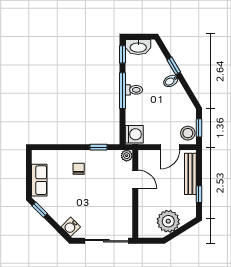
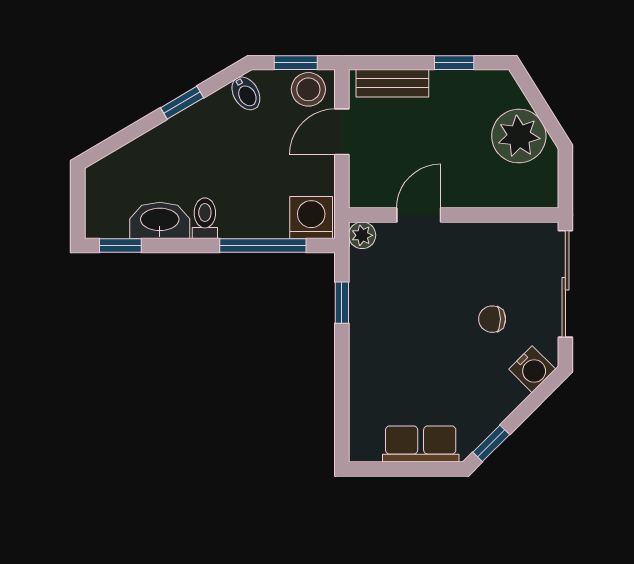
washbasin: (138, 47) -> (160, 220), moved, turned -90
window: (174, 66) -> (182, 103), moved
bidet: (171, 81) -> (246, 93), moved
window: (122, 91) -> (263, 245), moved
door: (170, 147) -> (342, 132), swing flipped
chair: (79, 169) -> (492, 319), moved
bench: (190, 174) -> (392, 83), width x0.73

